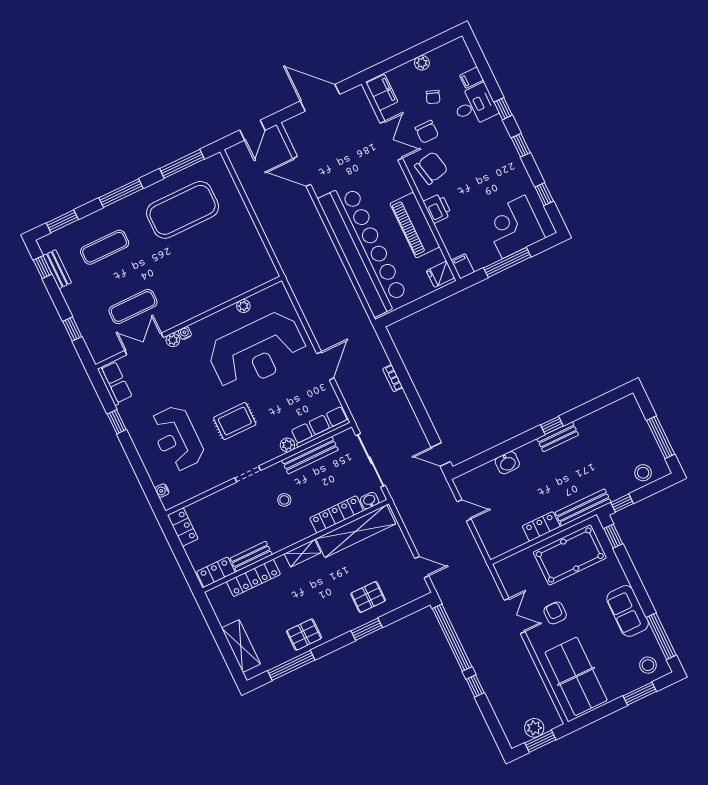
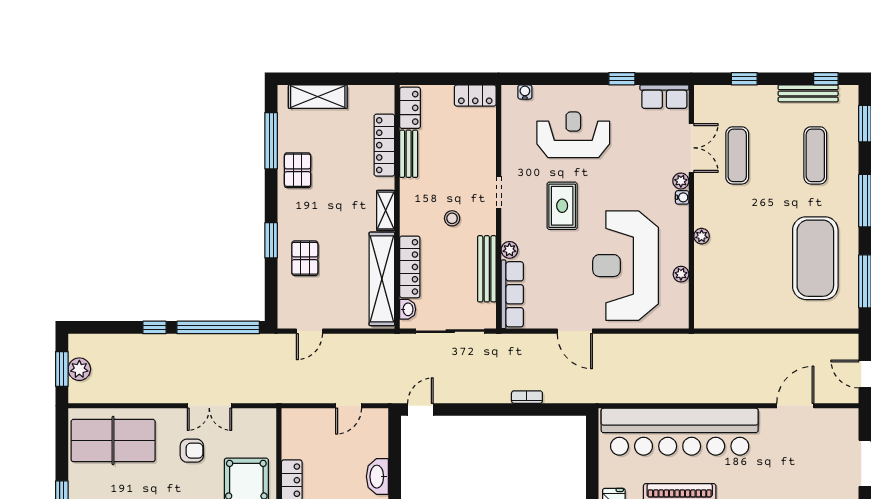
bench: (57, 269) -> (808, 93), width x1.36
plant: (207, 304) -> (702, 236), added
washbasin: (507, 463) -> (377, 477), width x1.38

